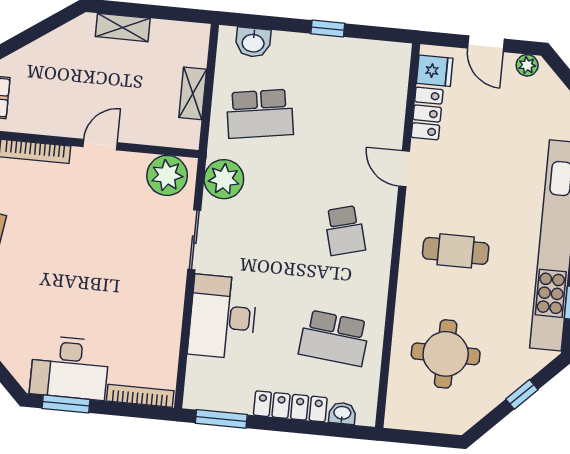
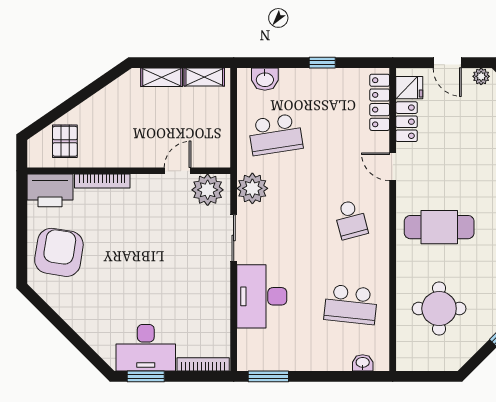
shelving: (193, 93) -> (204, 77), moved, turned 90
door: (100, 145) -> (178, 171), moved
cafe table: (456, 251) -> (439, 227), width x1.37, depth x1.35
locker: (290, 406) -> (380, 102), moved, turned -90

